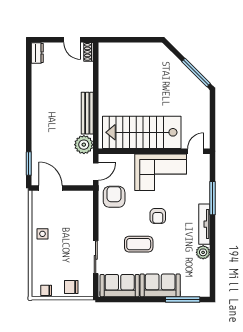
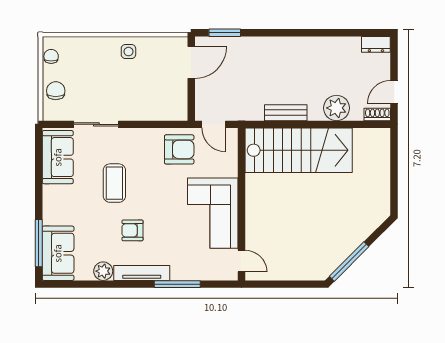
bench: (87, 113) -> (286, 113), width x0.73
stairs: (142, 132) -> (299, 150), moved, turned 90
plant: (84, 145) -> (336, 108), moved
armchair: (158, 216) -> (132, 230), moved
sofa: (160, 285) -> (58, 253), moved

